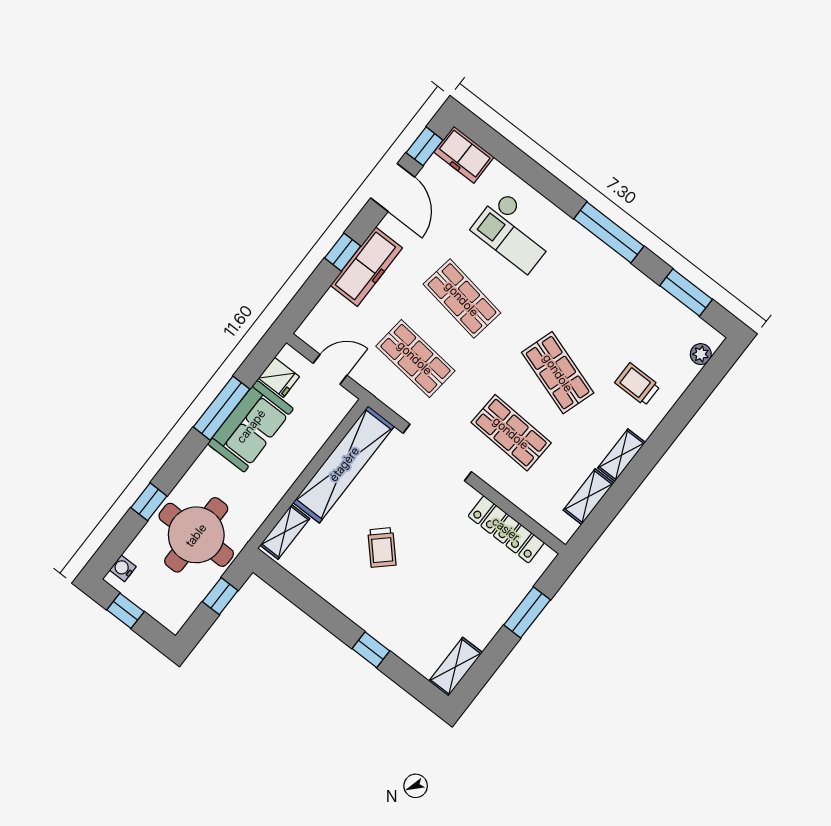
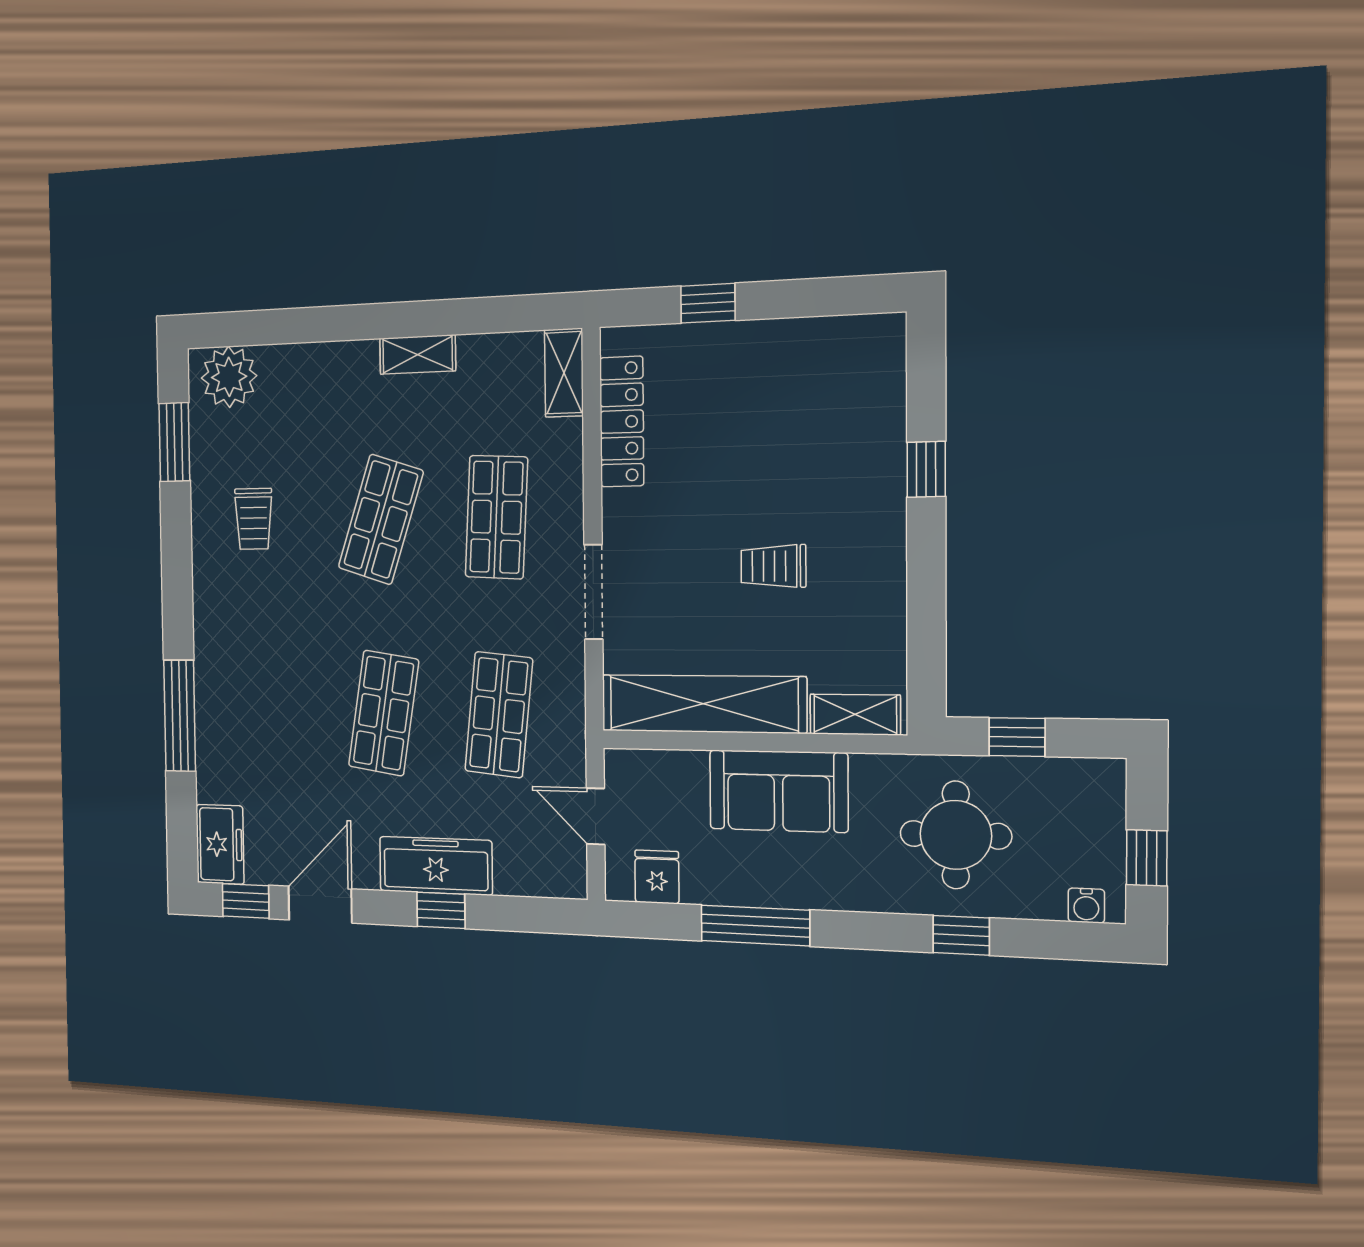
checkout: (514, 232) -> (260, 710), removed
window: (609, 232) -> (180, 716), moved
plant: (701, 354) -> (229, 377), width x1.88, depth x1.88
trolley: (637, 384) -> (254, 519), moved
sofa: (251, 426) -> (778, 791), moved, turned 180
doorway: (437, 453) -> (593, 592), width x0.73
shelving: (588, 497) -> (564, 373), moved, turned 90
round table: (196, 535) -> (956, 835), width x0.73, depth x0.73
trolley: (382, 547) -> (773, 566), turned -137
window: (527, 612) -> (708, 303), width x0.67
shelving: (456, 667) -> (857, 336), removed

